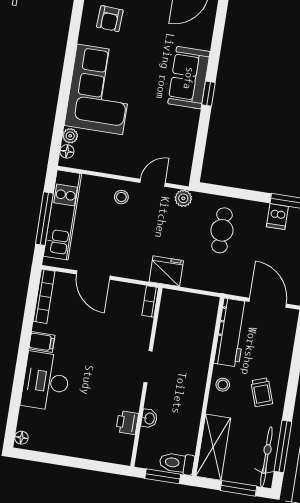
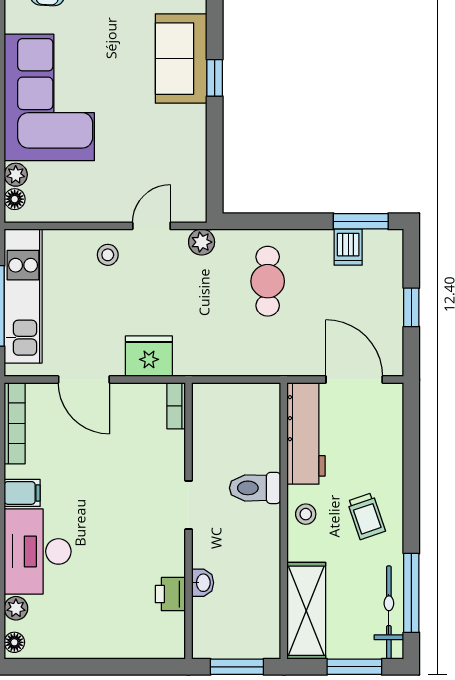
fridge: (166, 271) -> (149, 356), moved
plant: (26, 416) -> (16, 608), added
toilet: (177, 463) -> (255, 488), moved

